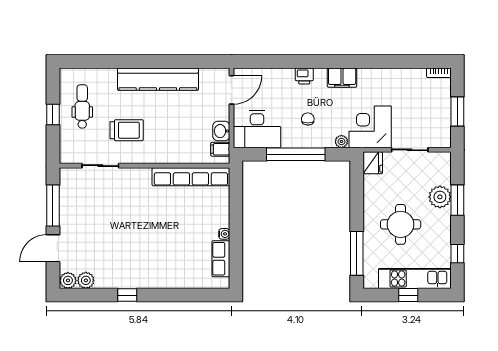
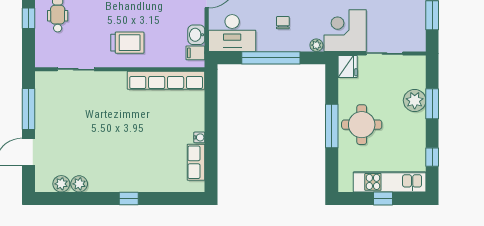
trolley: (127, 130) -> (127, 43), moved
round table: (401, 224) -> (362, 125), moved
window: (357, 253) -> (332, 126), moved
plant: (68, 280) -> (79, 184), moved
window: (127, 295) -> (129, 198), moved

